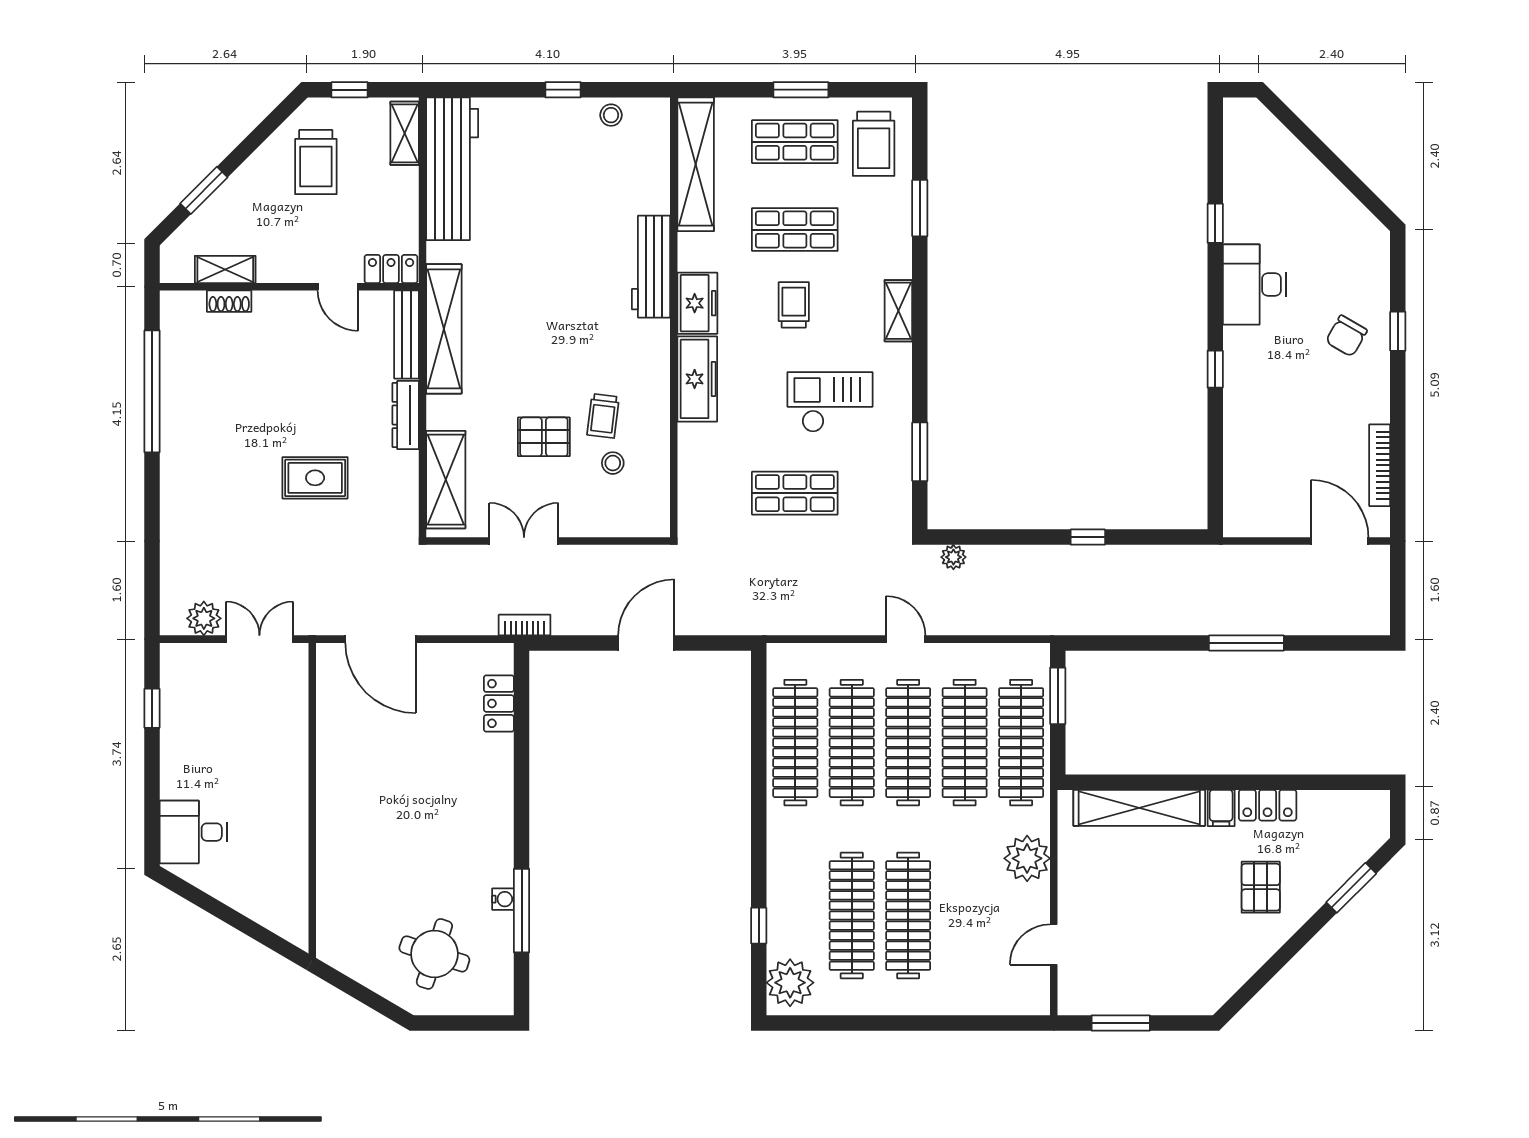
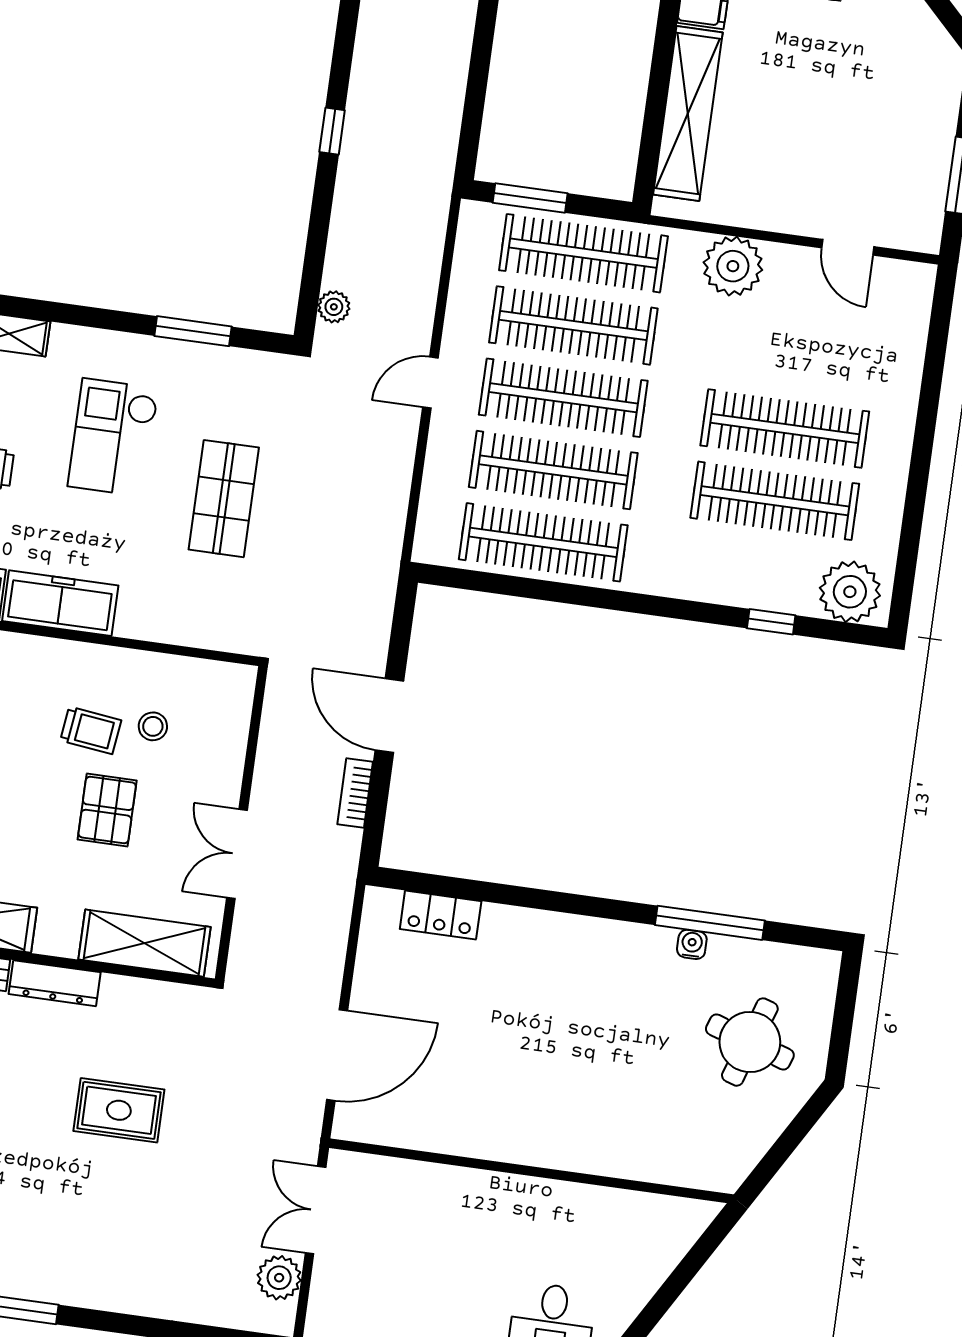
rug: (315, 478) -> (119, 1110), turned 90
bookcase: (525, 625) -> (355, 793), moved

